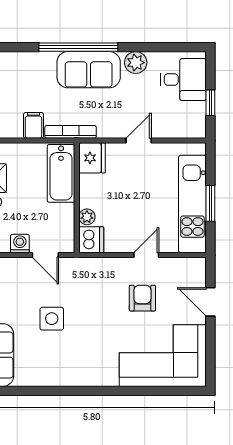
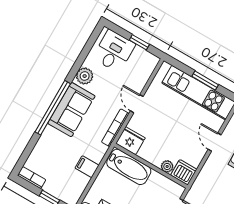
bookcase: (71, 132) -> (115, 128), moved

